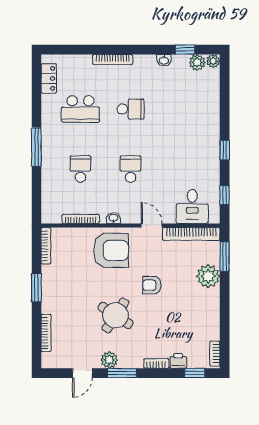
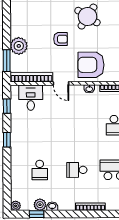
plant: (197, 62) -> (40, 205), moved
school desk: (131, 169) -> (40, 170), moved

